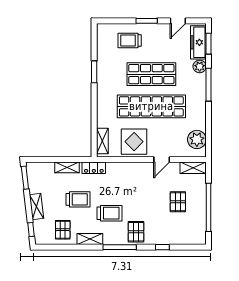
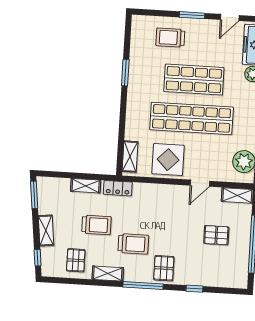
pallet: (178, 202) -> (216, 235), turned 90

